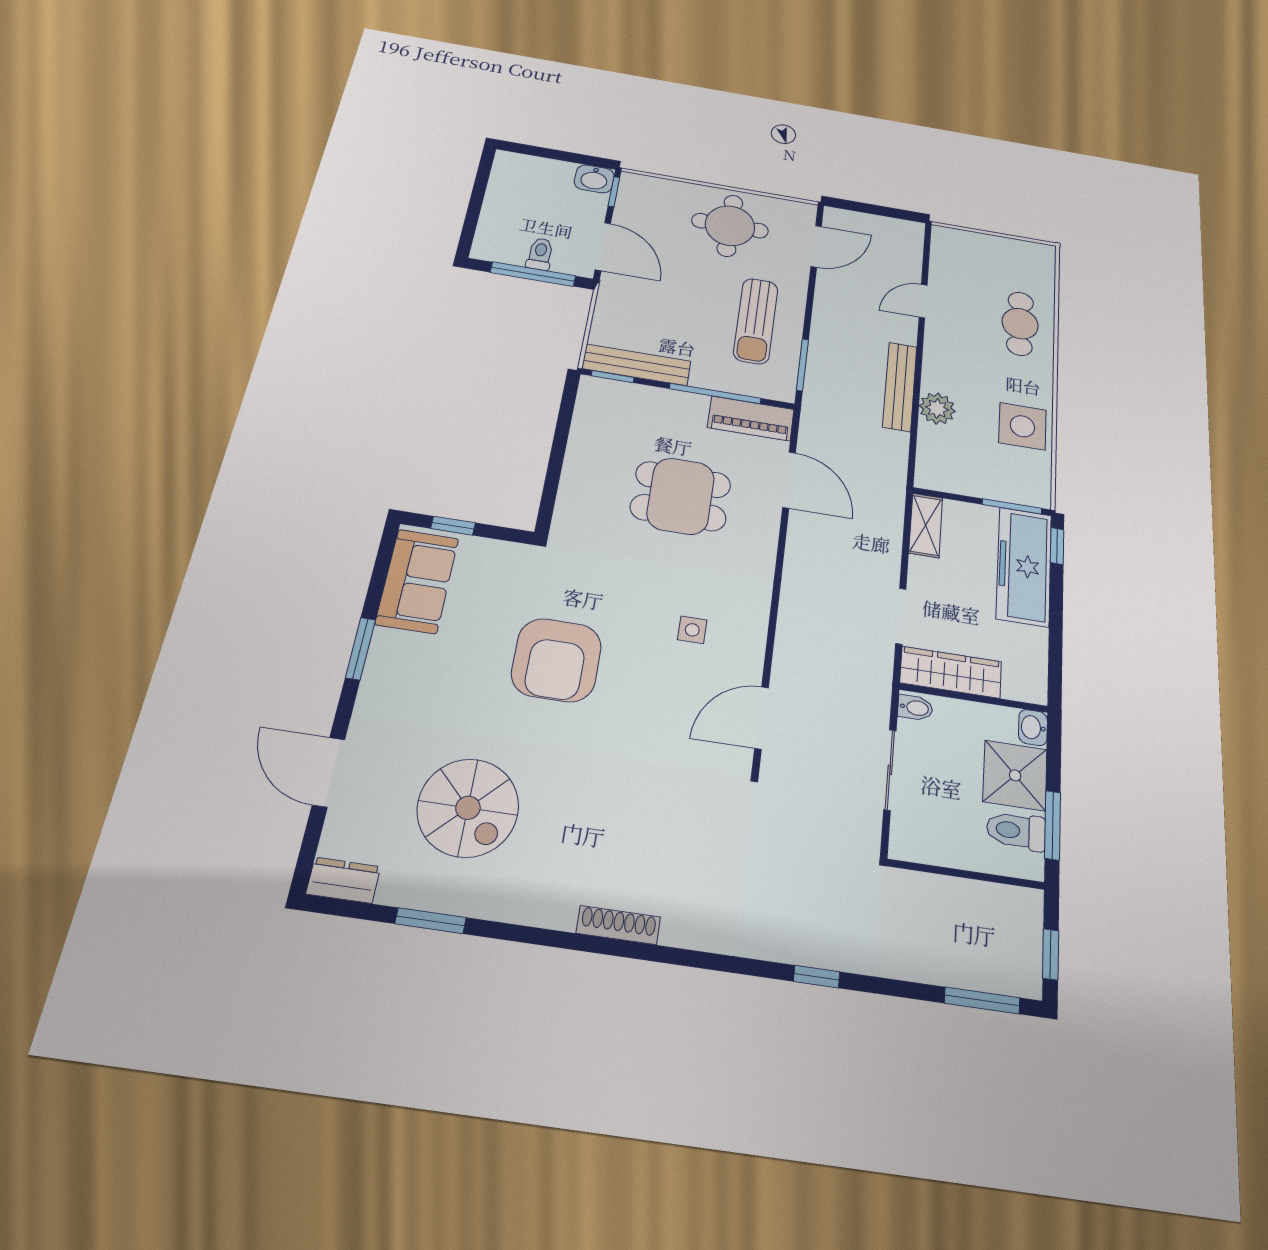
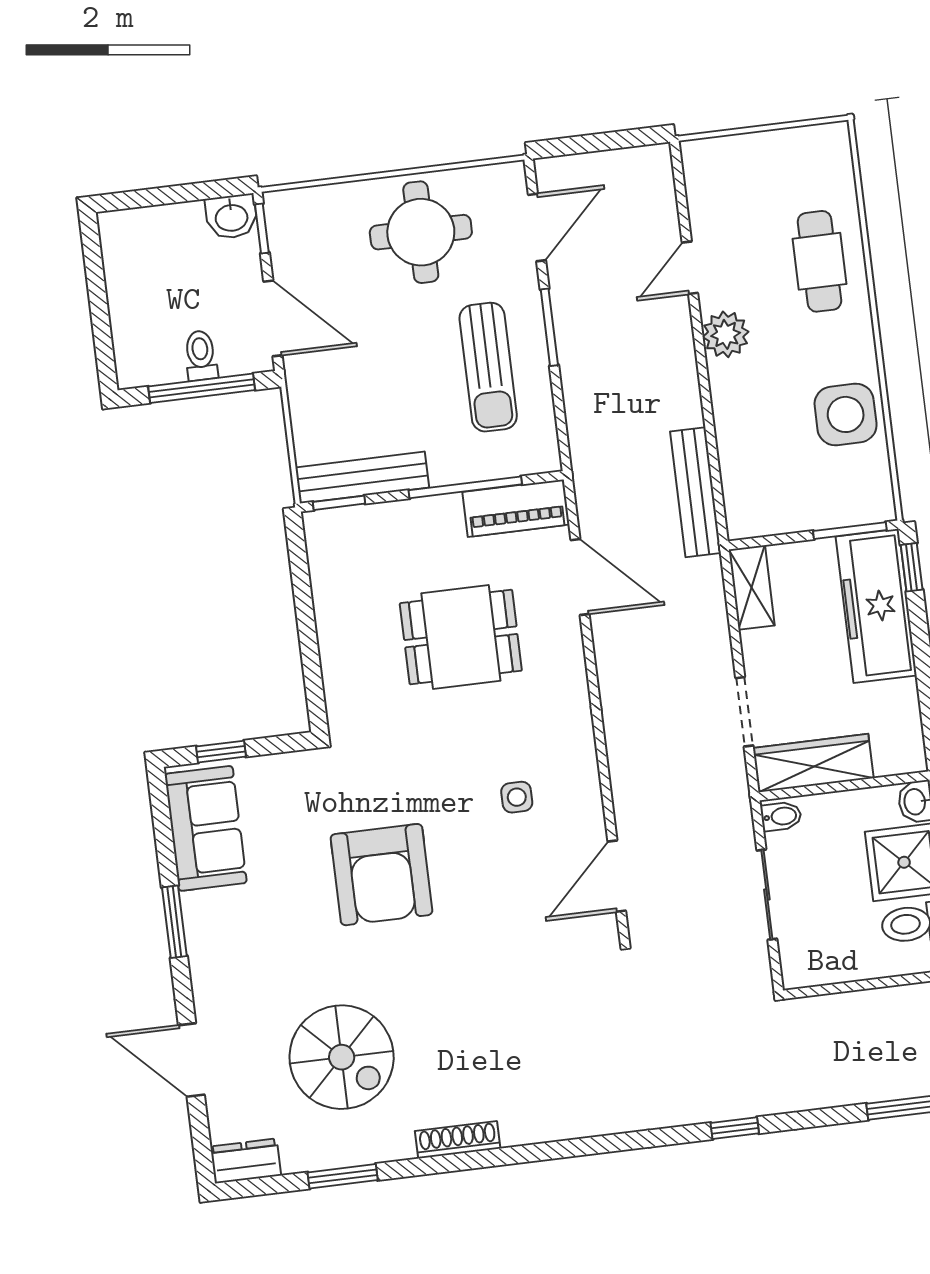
window: (802, 365) -> (549, 327), moved
bench: (900, 387) -> (695, 492), moved
plant: (937, 408) -> (726, 334), moved
shoe rack: (618, 925) -> (458, 1140), moved

